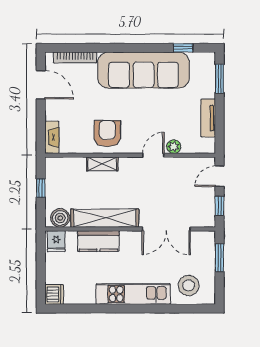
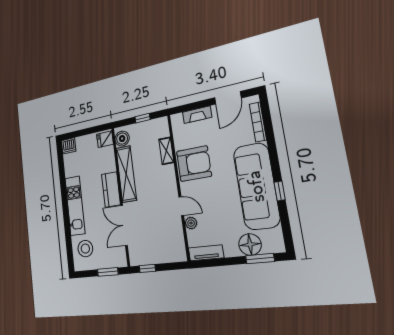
window: (183, 48) -> (280, 191), moved
floor lamp: (204, 86) -> (250, 245), added
tv unit: (208, 118) -> (206, 253), moved
armchair: (107, 134) -> (194, 164), width x1.36, depth x1.36
fireplace: (52, 137) -> (197, 115), moved
shelving: (102, 164) -> (166, 151), moved
door: (219, 176) -> (172, 266), removed
kitchen counter: (98, 241) -> (111, 189), moved

